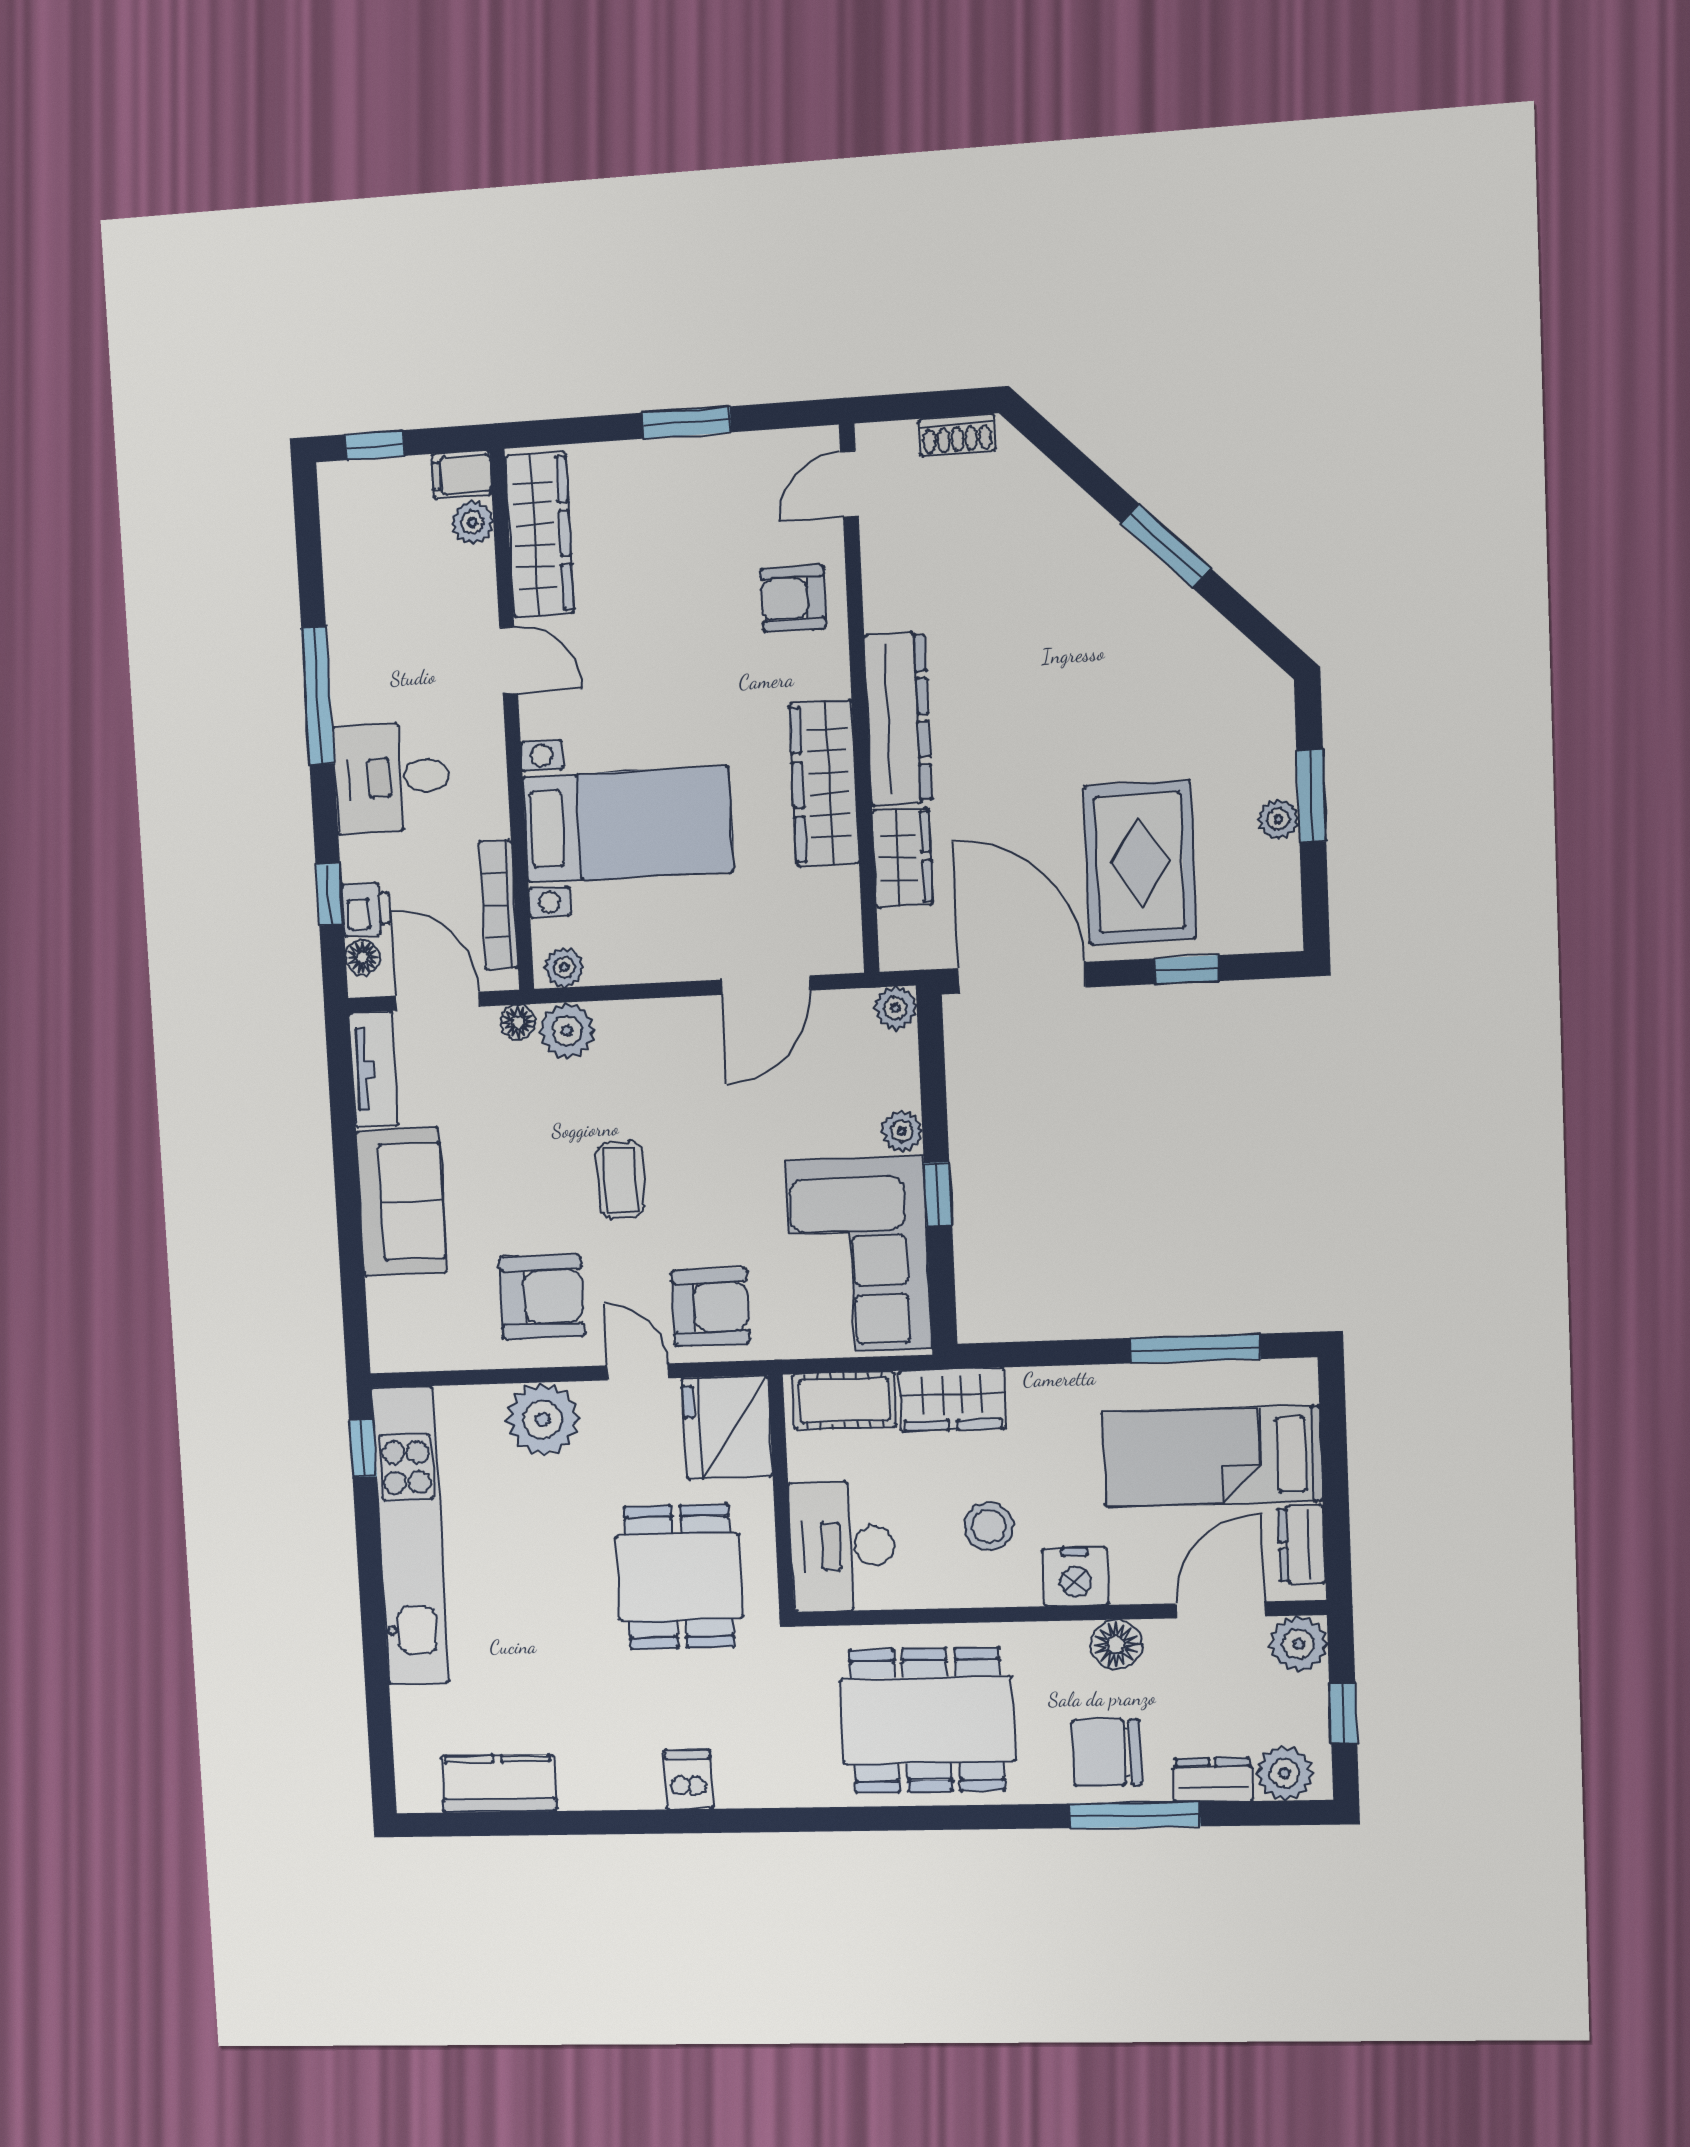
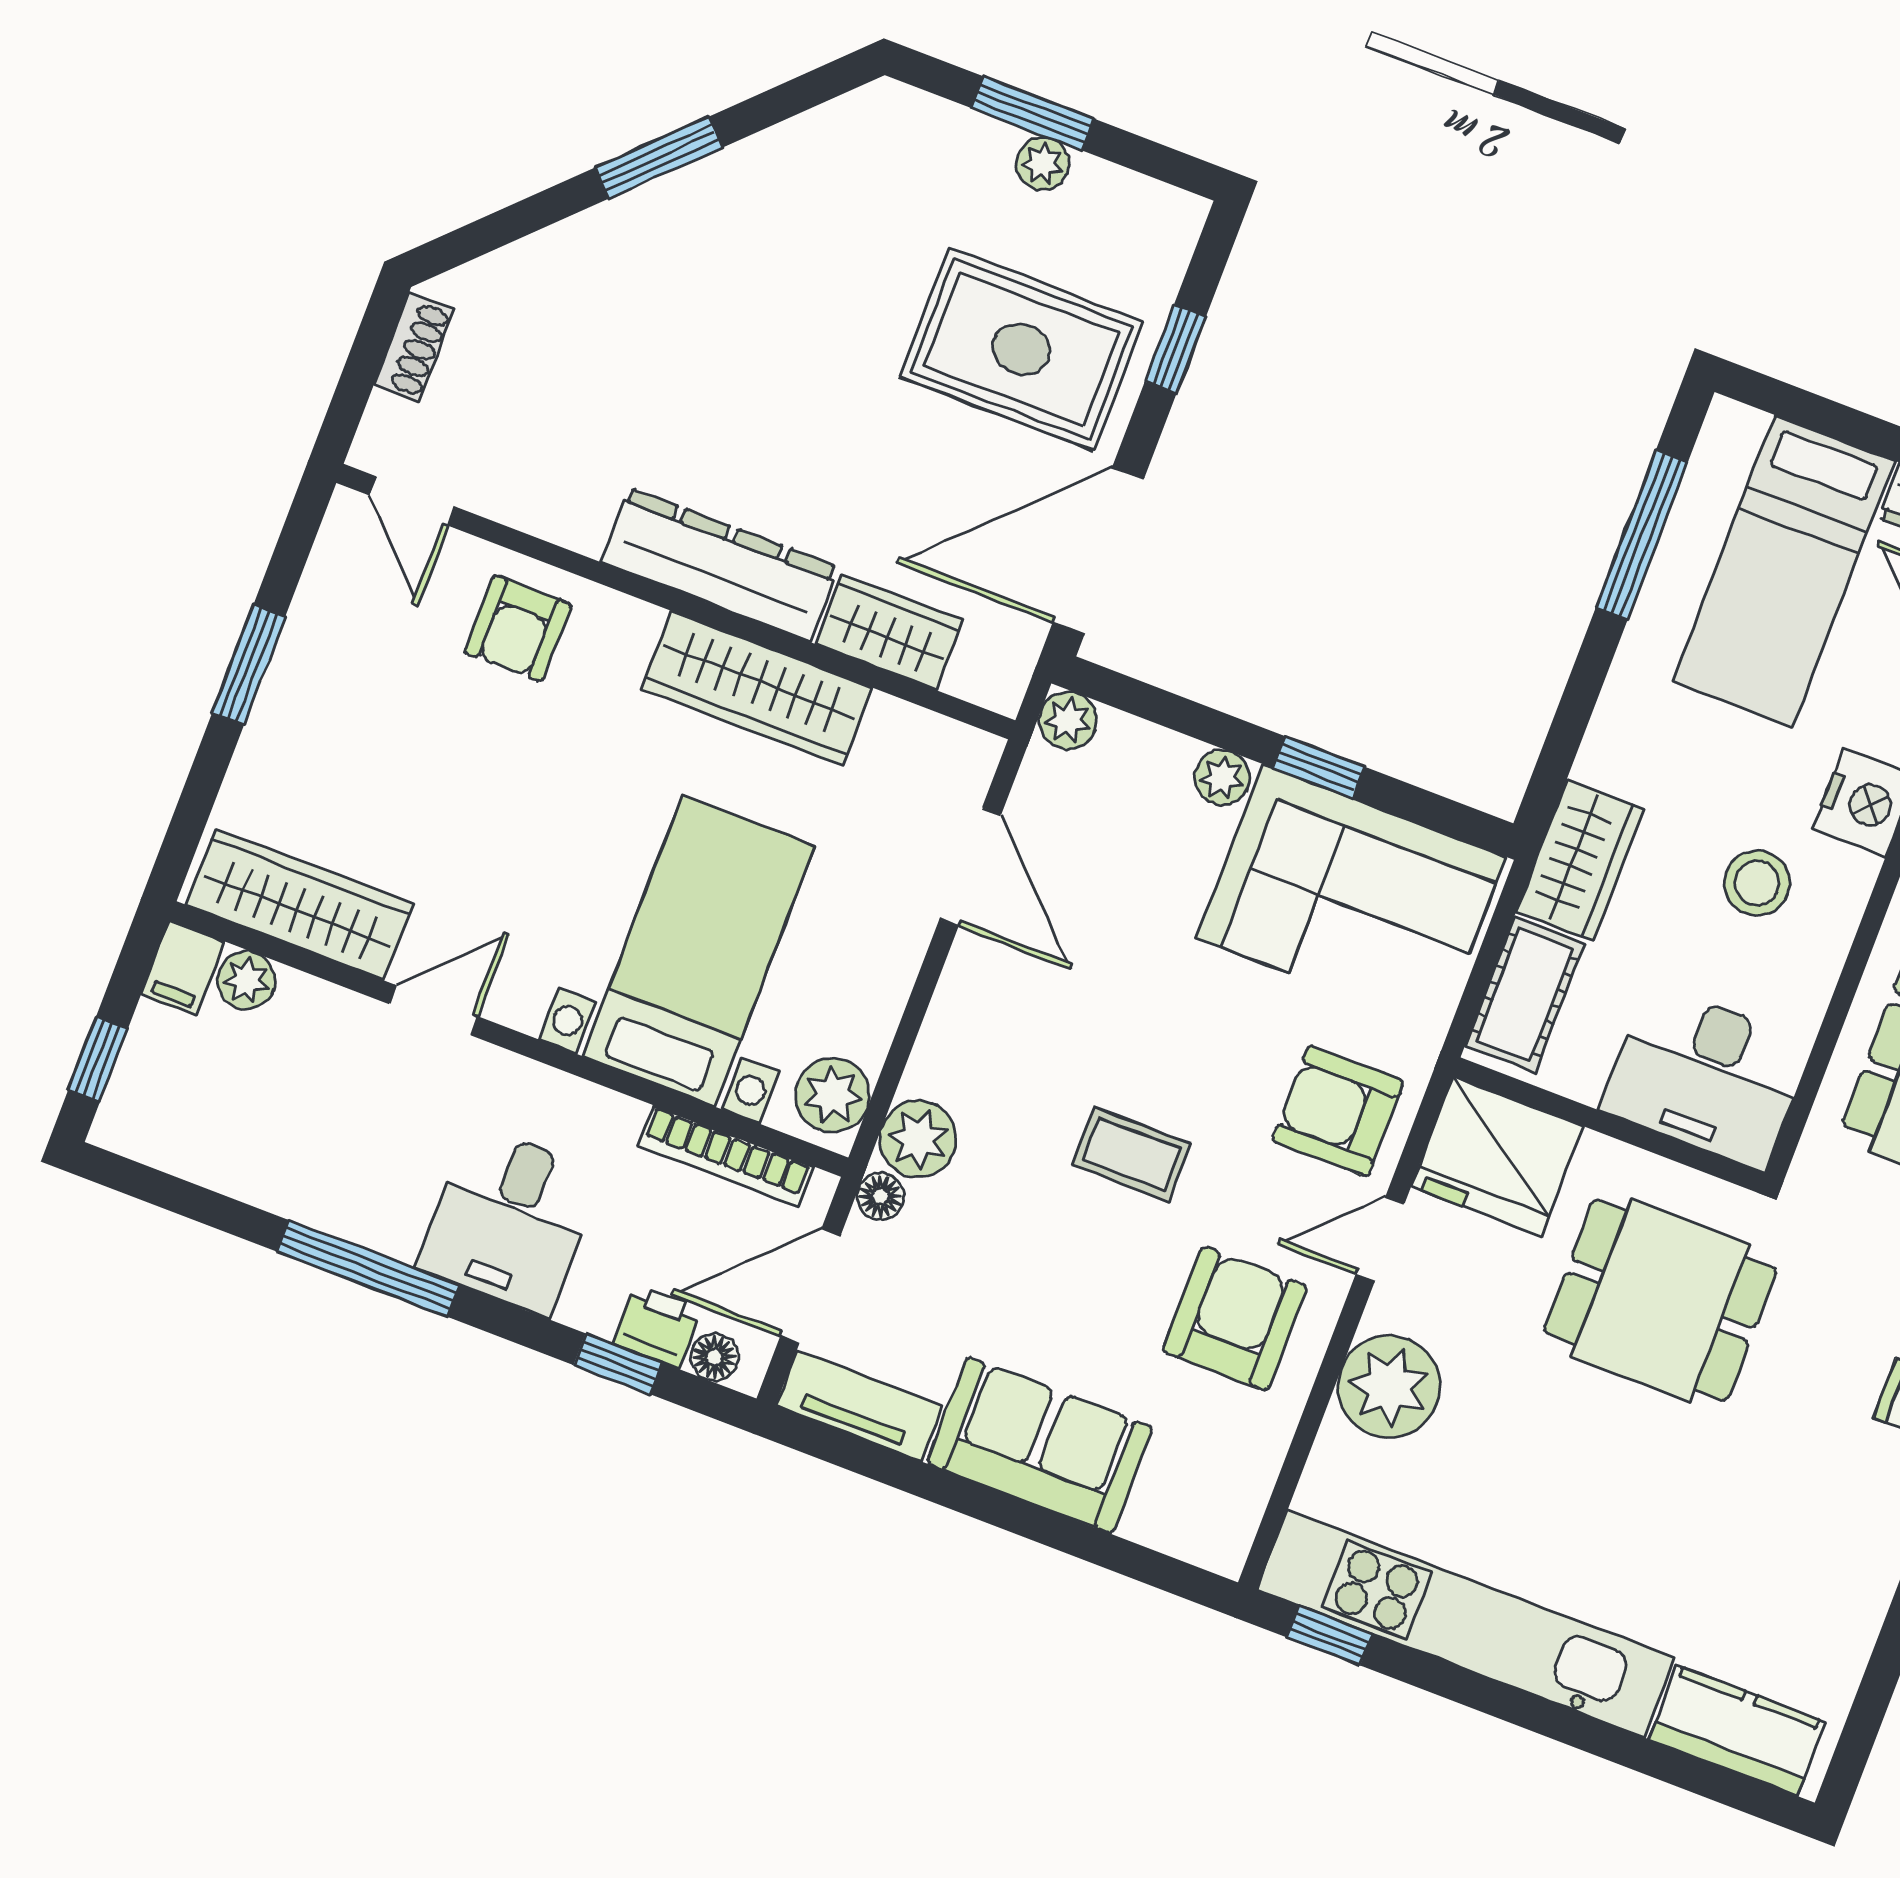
plant: (564, 967) -> (833, 1095), width x1.38, depth x1.38
armchair: (711, 1307) -> (1338, 1111), turned -90
kitchen counter: (499, 1784) -> (1737, 1731), moved, turned 90

